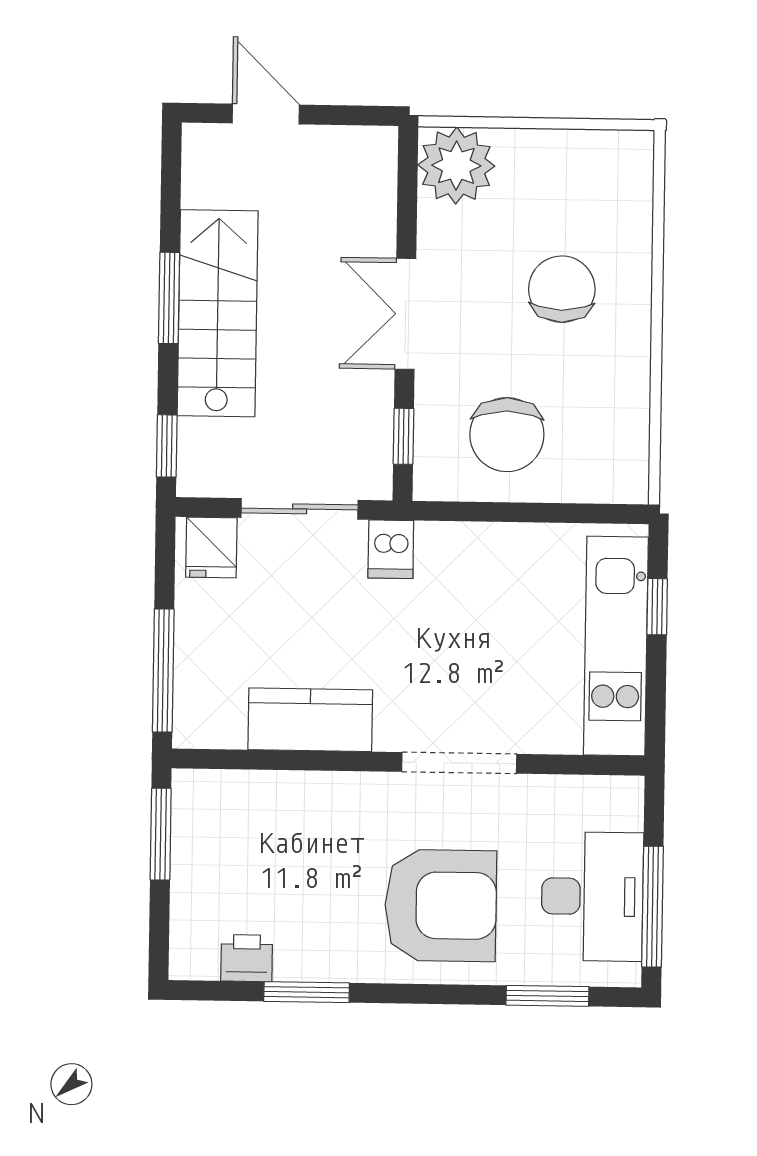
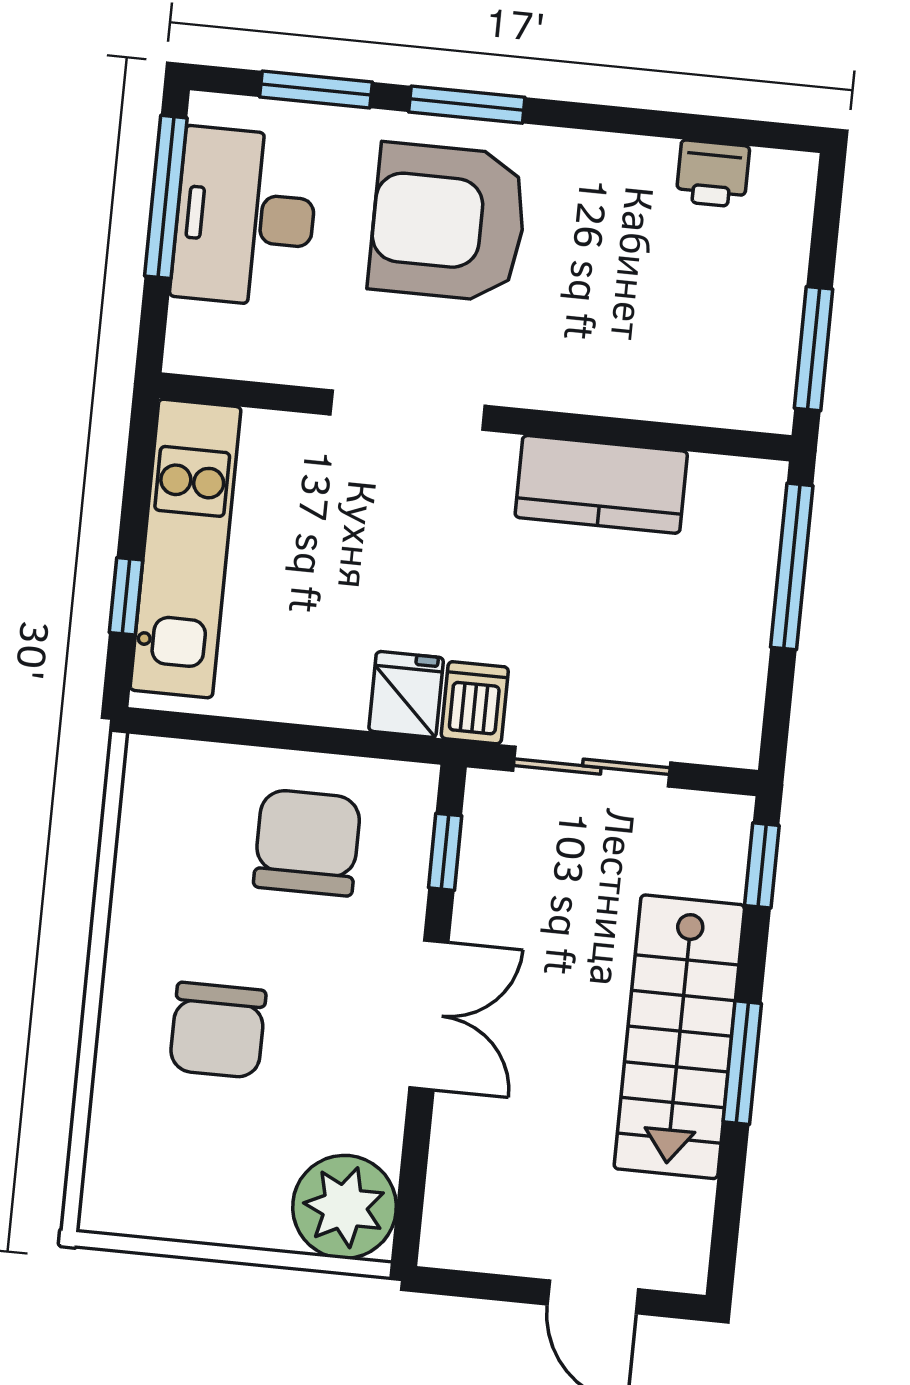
fridge: (211, 547) -> (406, 694), moved
window: (307, 992) -> (467, 105), moved

